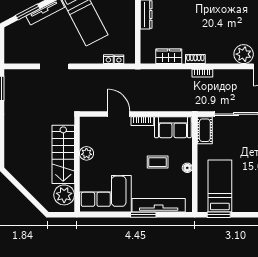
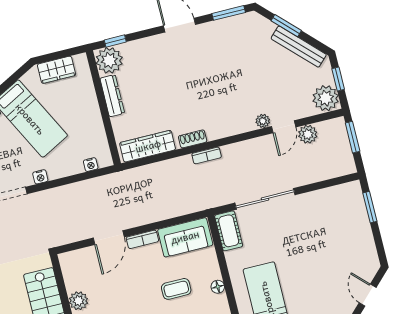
plant: (244, 54) -> (263, 121), width x0.53, depth x0.53
wardrobe: (169, 56) -> (148, 146), width x1.50
nightstand: (108, 59) -> (40, 177), moved
door: (119, 114) -> (109, 238), swing flipped

